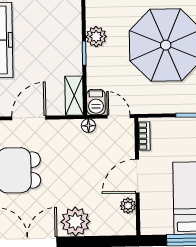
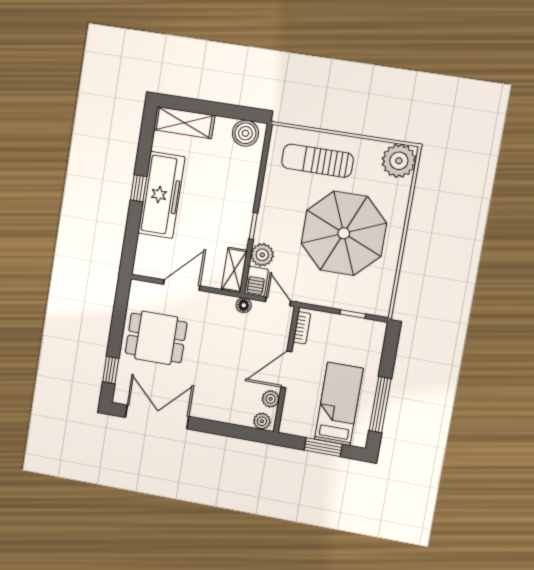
plant: (96, 37) -> (262, 255), moved
plant: (75, 222) -> (262, 421), moved, width x0.53, depth x0.53

